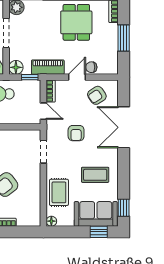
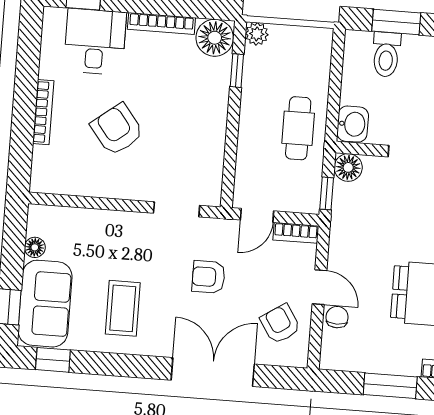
piano: (48, 67) -> (344, 231), removed
rug: (59, 192) -> (93, 234), removed
floor lamp: (51, 221) -> (35, 247), moved

